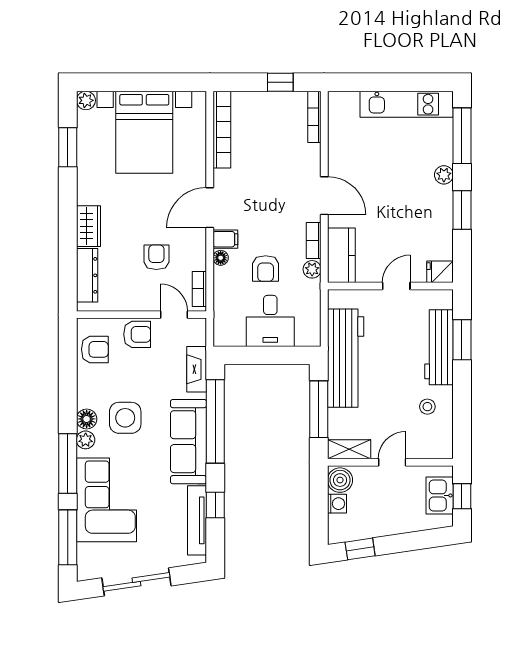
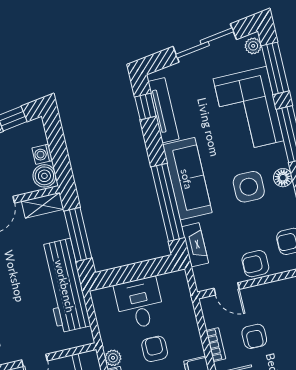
floor lamp: (221, 258) -> (197, 349), removed
bookcase: (199, 289) -> (216, 345), moved
plant: (86, 440) -> (253, 46), moved
window: (215, 505) -> (145, 106), moved

